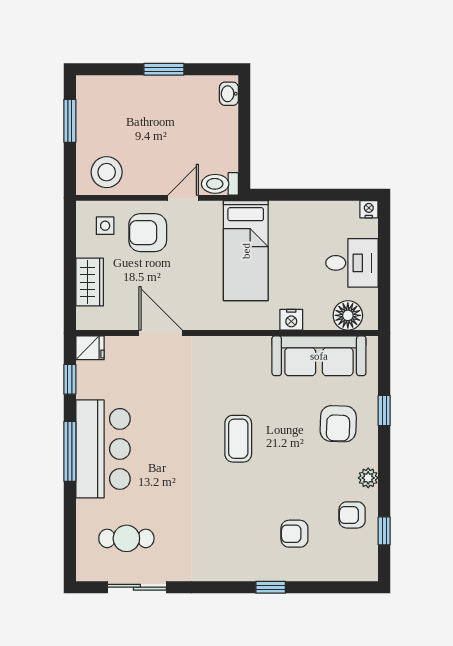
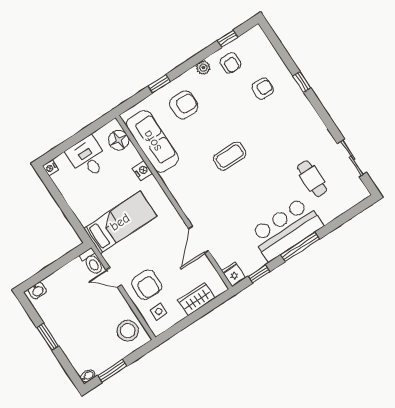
bidet: (83, 86) -> (88, 376), added
armchair: (294, 534) -> (263, 89), turned -90
cafe table: (126, 538) -> (312, 179), moved

